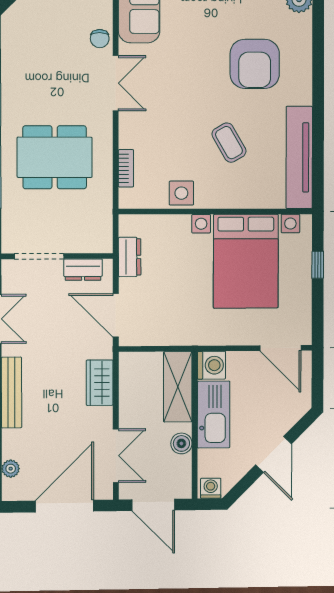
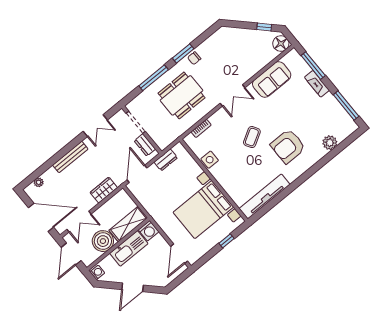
chair: (100, 39) -> (194, 58), moved
coffee table: (229, 143) -> (252, 137), moved
dining table: (55, 157) -> (182, 95), turned 90
boiler: (181, 443) -> (103, 241), width x1.86, depth x1.86

